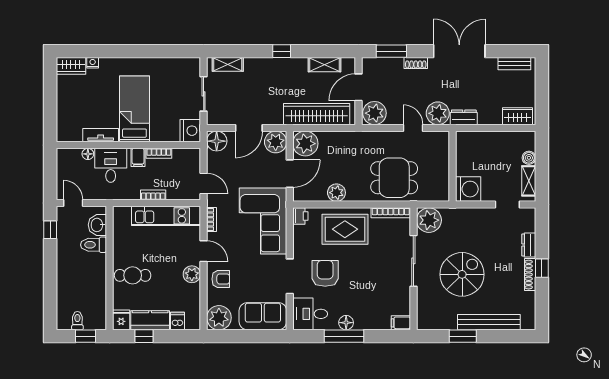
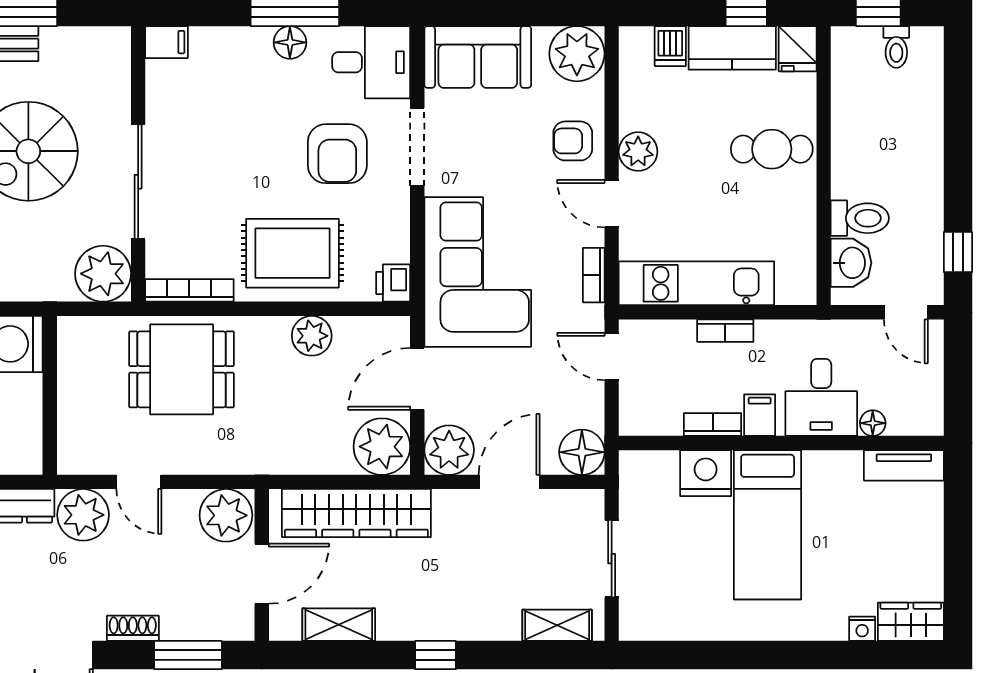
nightstand: (190, 131) -> (706, 473), moved, turned 90
tv unit: (101, 135) -> (904, 465), moved

